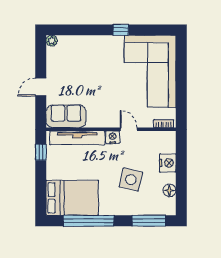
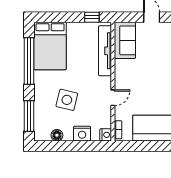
nightstand: (113, 137) -> (106, 135), moved

